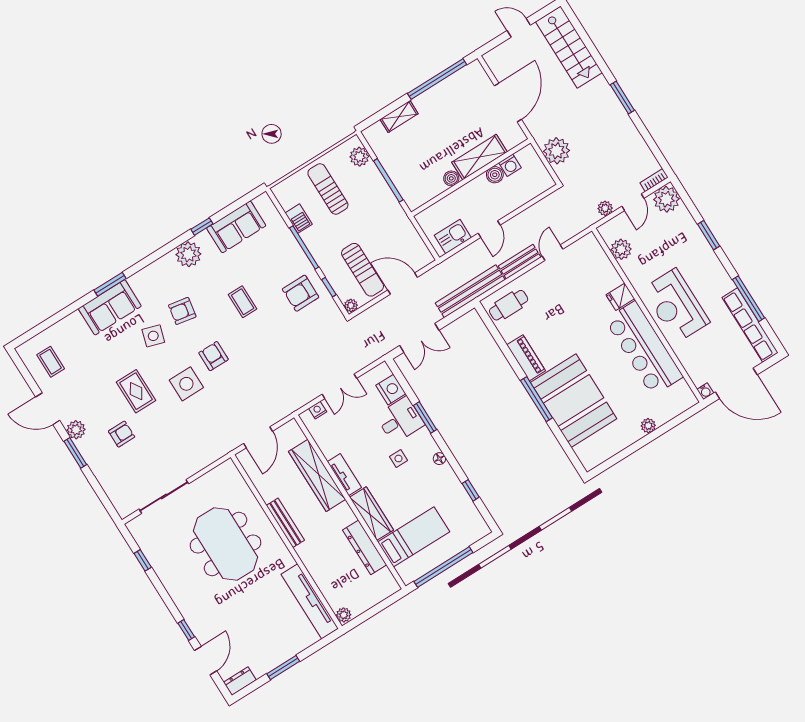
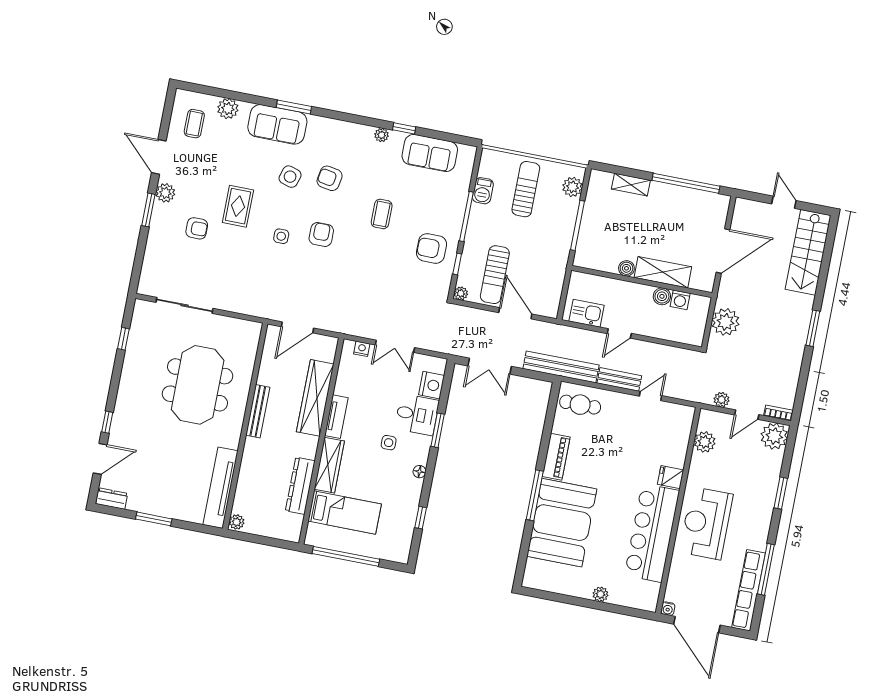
plant: (188, 254) -> (382, 135), width x0.53, depth x0.53
plant: (64, 329) -> (228, 109), added
side table: (186, 384) -> (281, 236), width x0.54, depth x0.54

